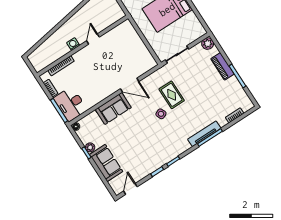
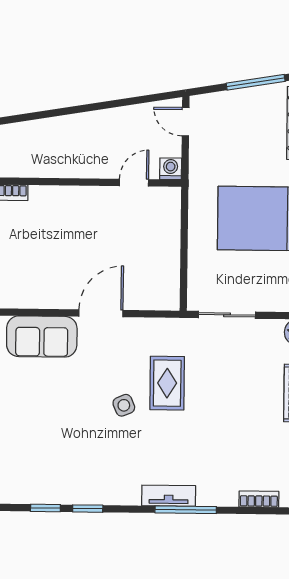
door: (93, 39) -> (134, 183), moved
washing machine: (73, 44) -> (171, 169), moved
door: (130, 85) -> (101, 313), swing flipped
tv unit: (204, 134) -> (169, 496), width x0.71

